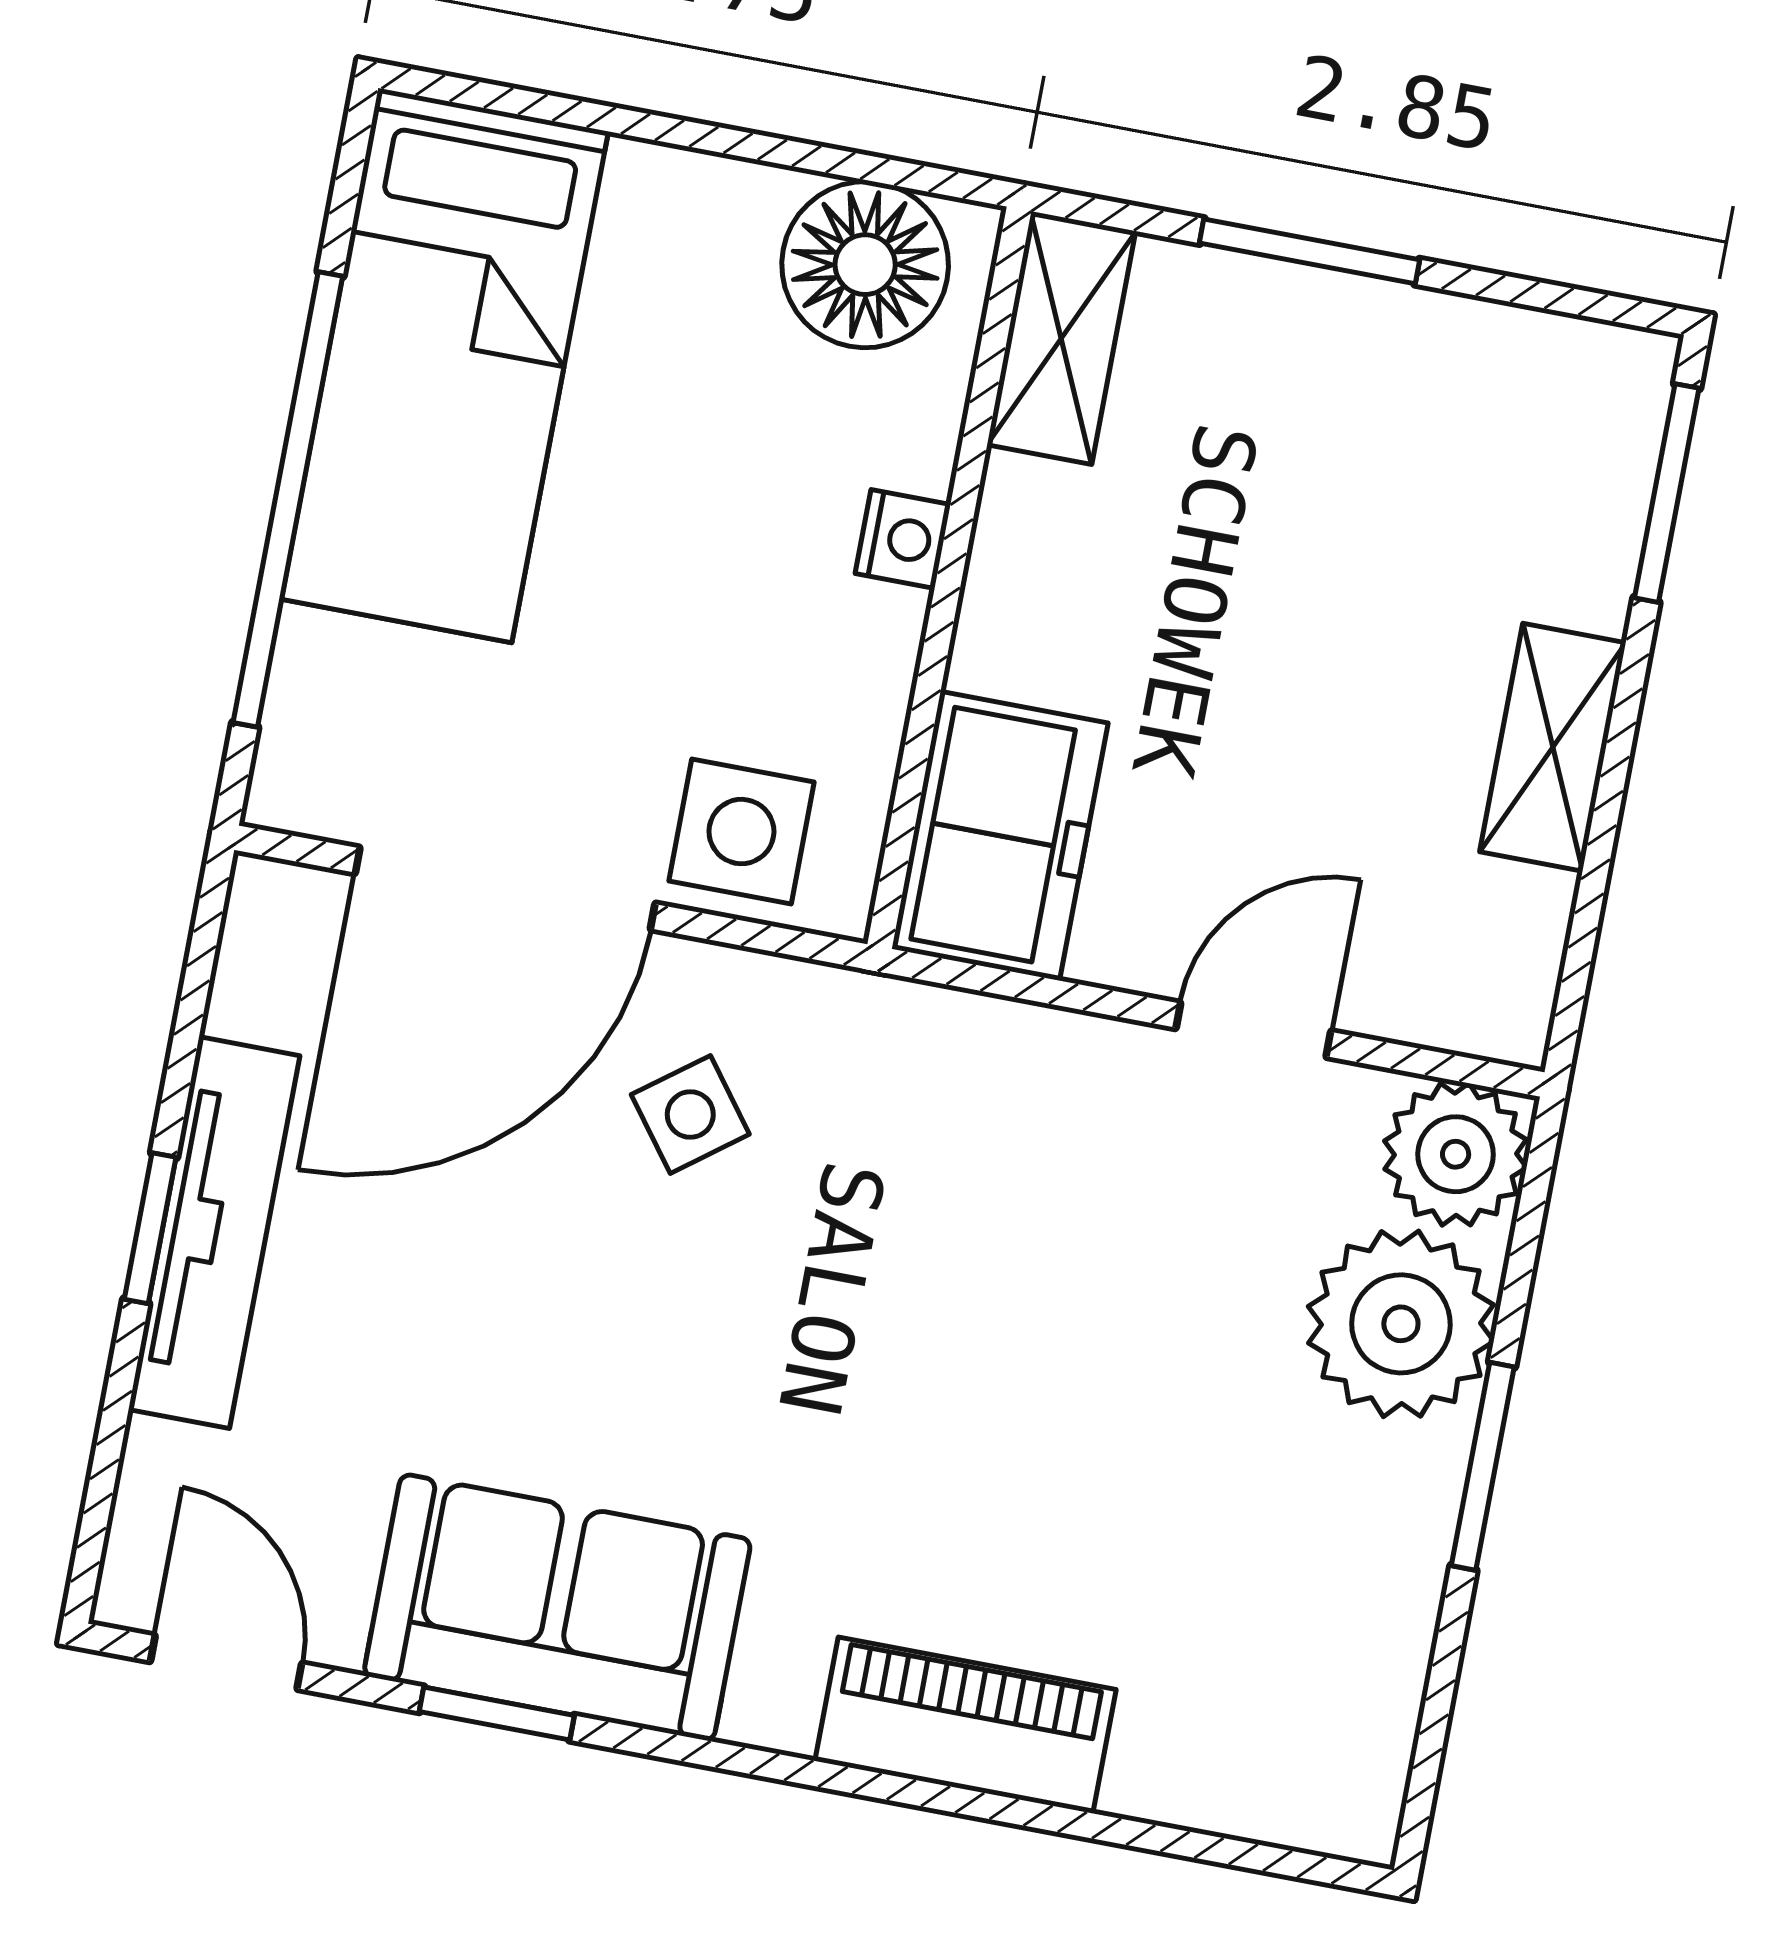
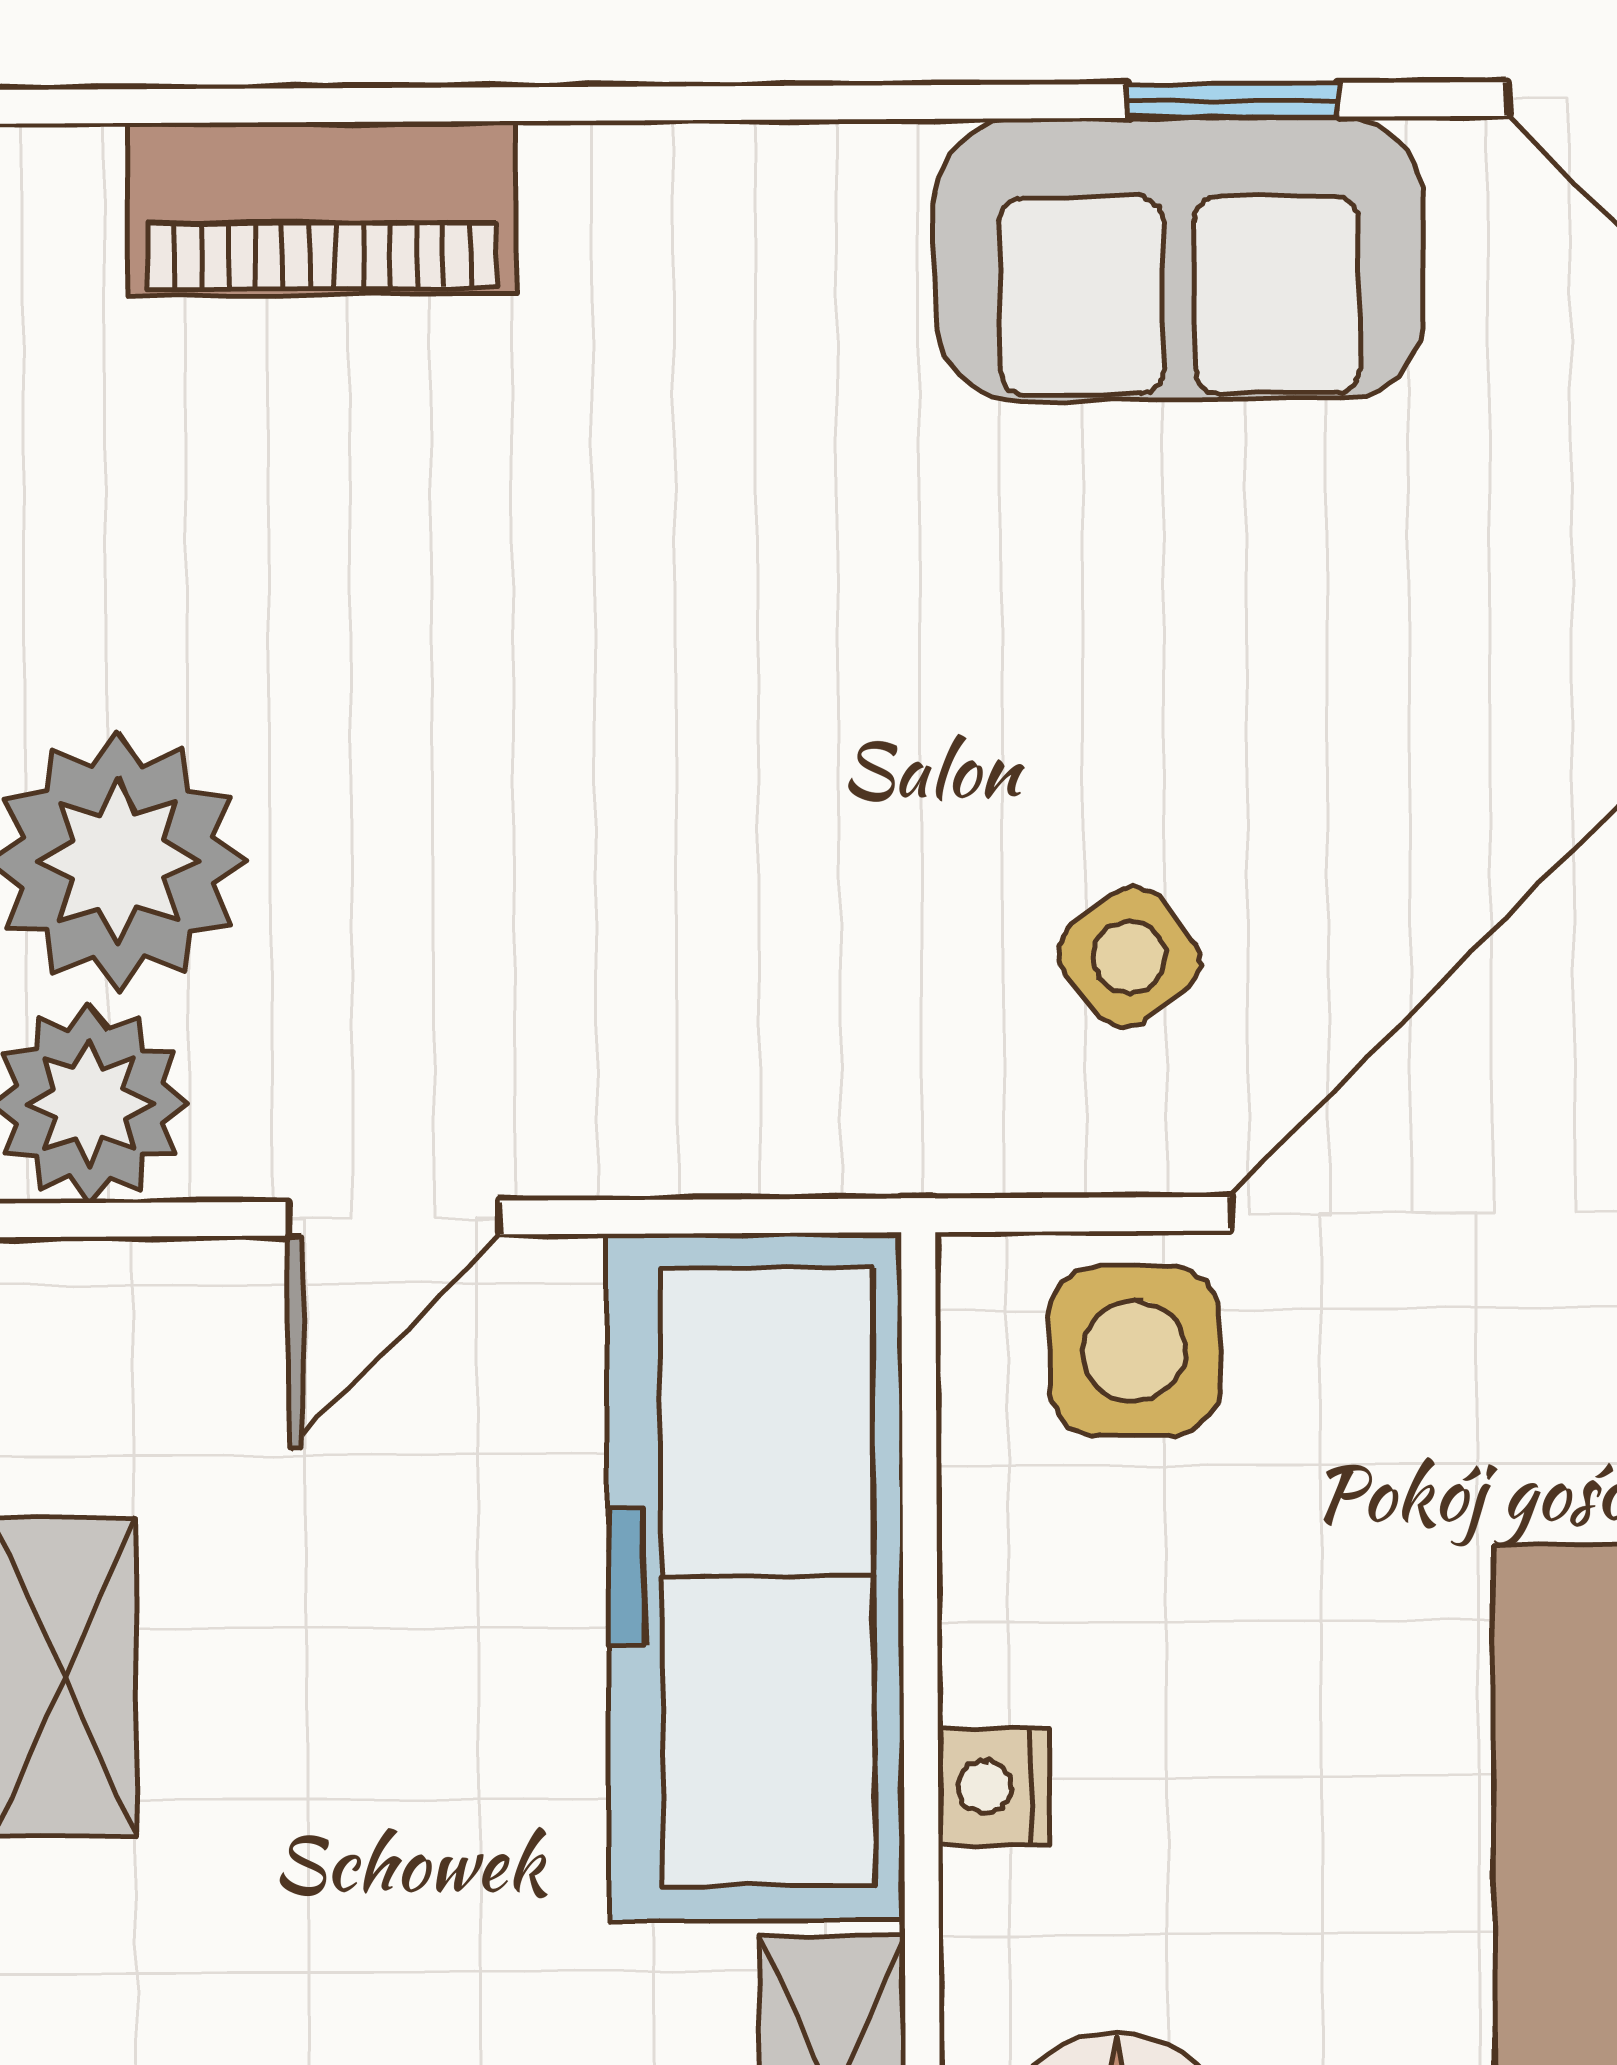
freezer: (1000, 836) -> (756, 1577), width x1.91, depth x1.26
piano: (966, 1725) -> (322, 209), moved

